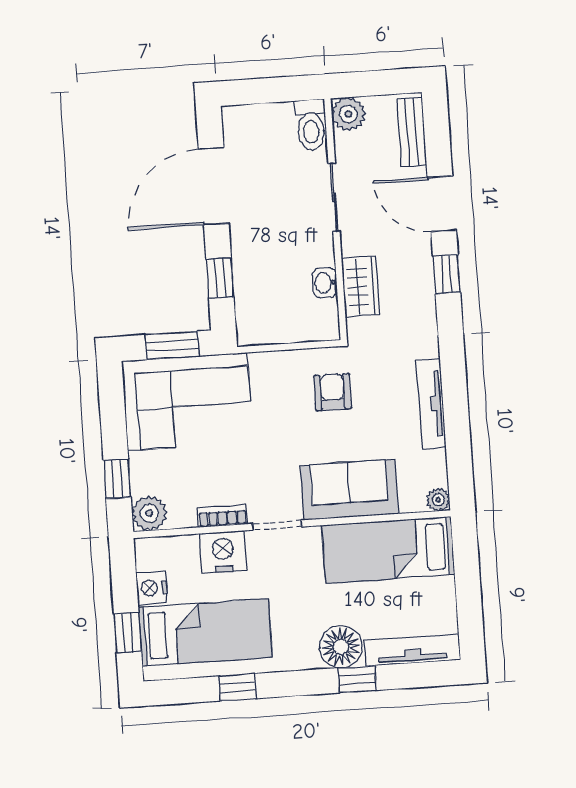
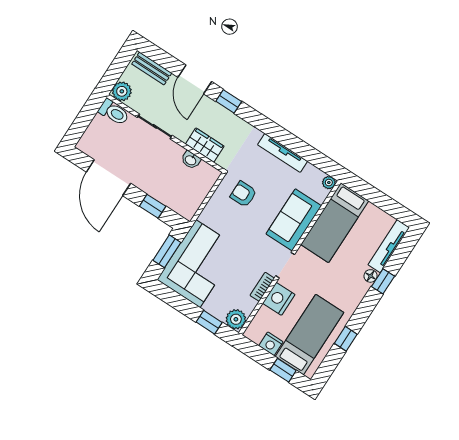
door: (442, 204) -> (195, 79), hinge flipped
floor lamp: (341, 647) -> (371, 276), width x0.53, depth x0.53

